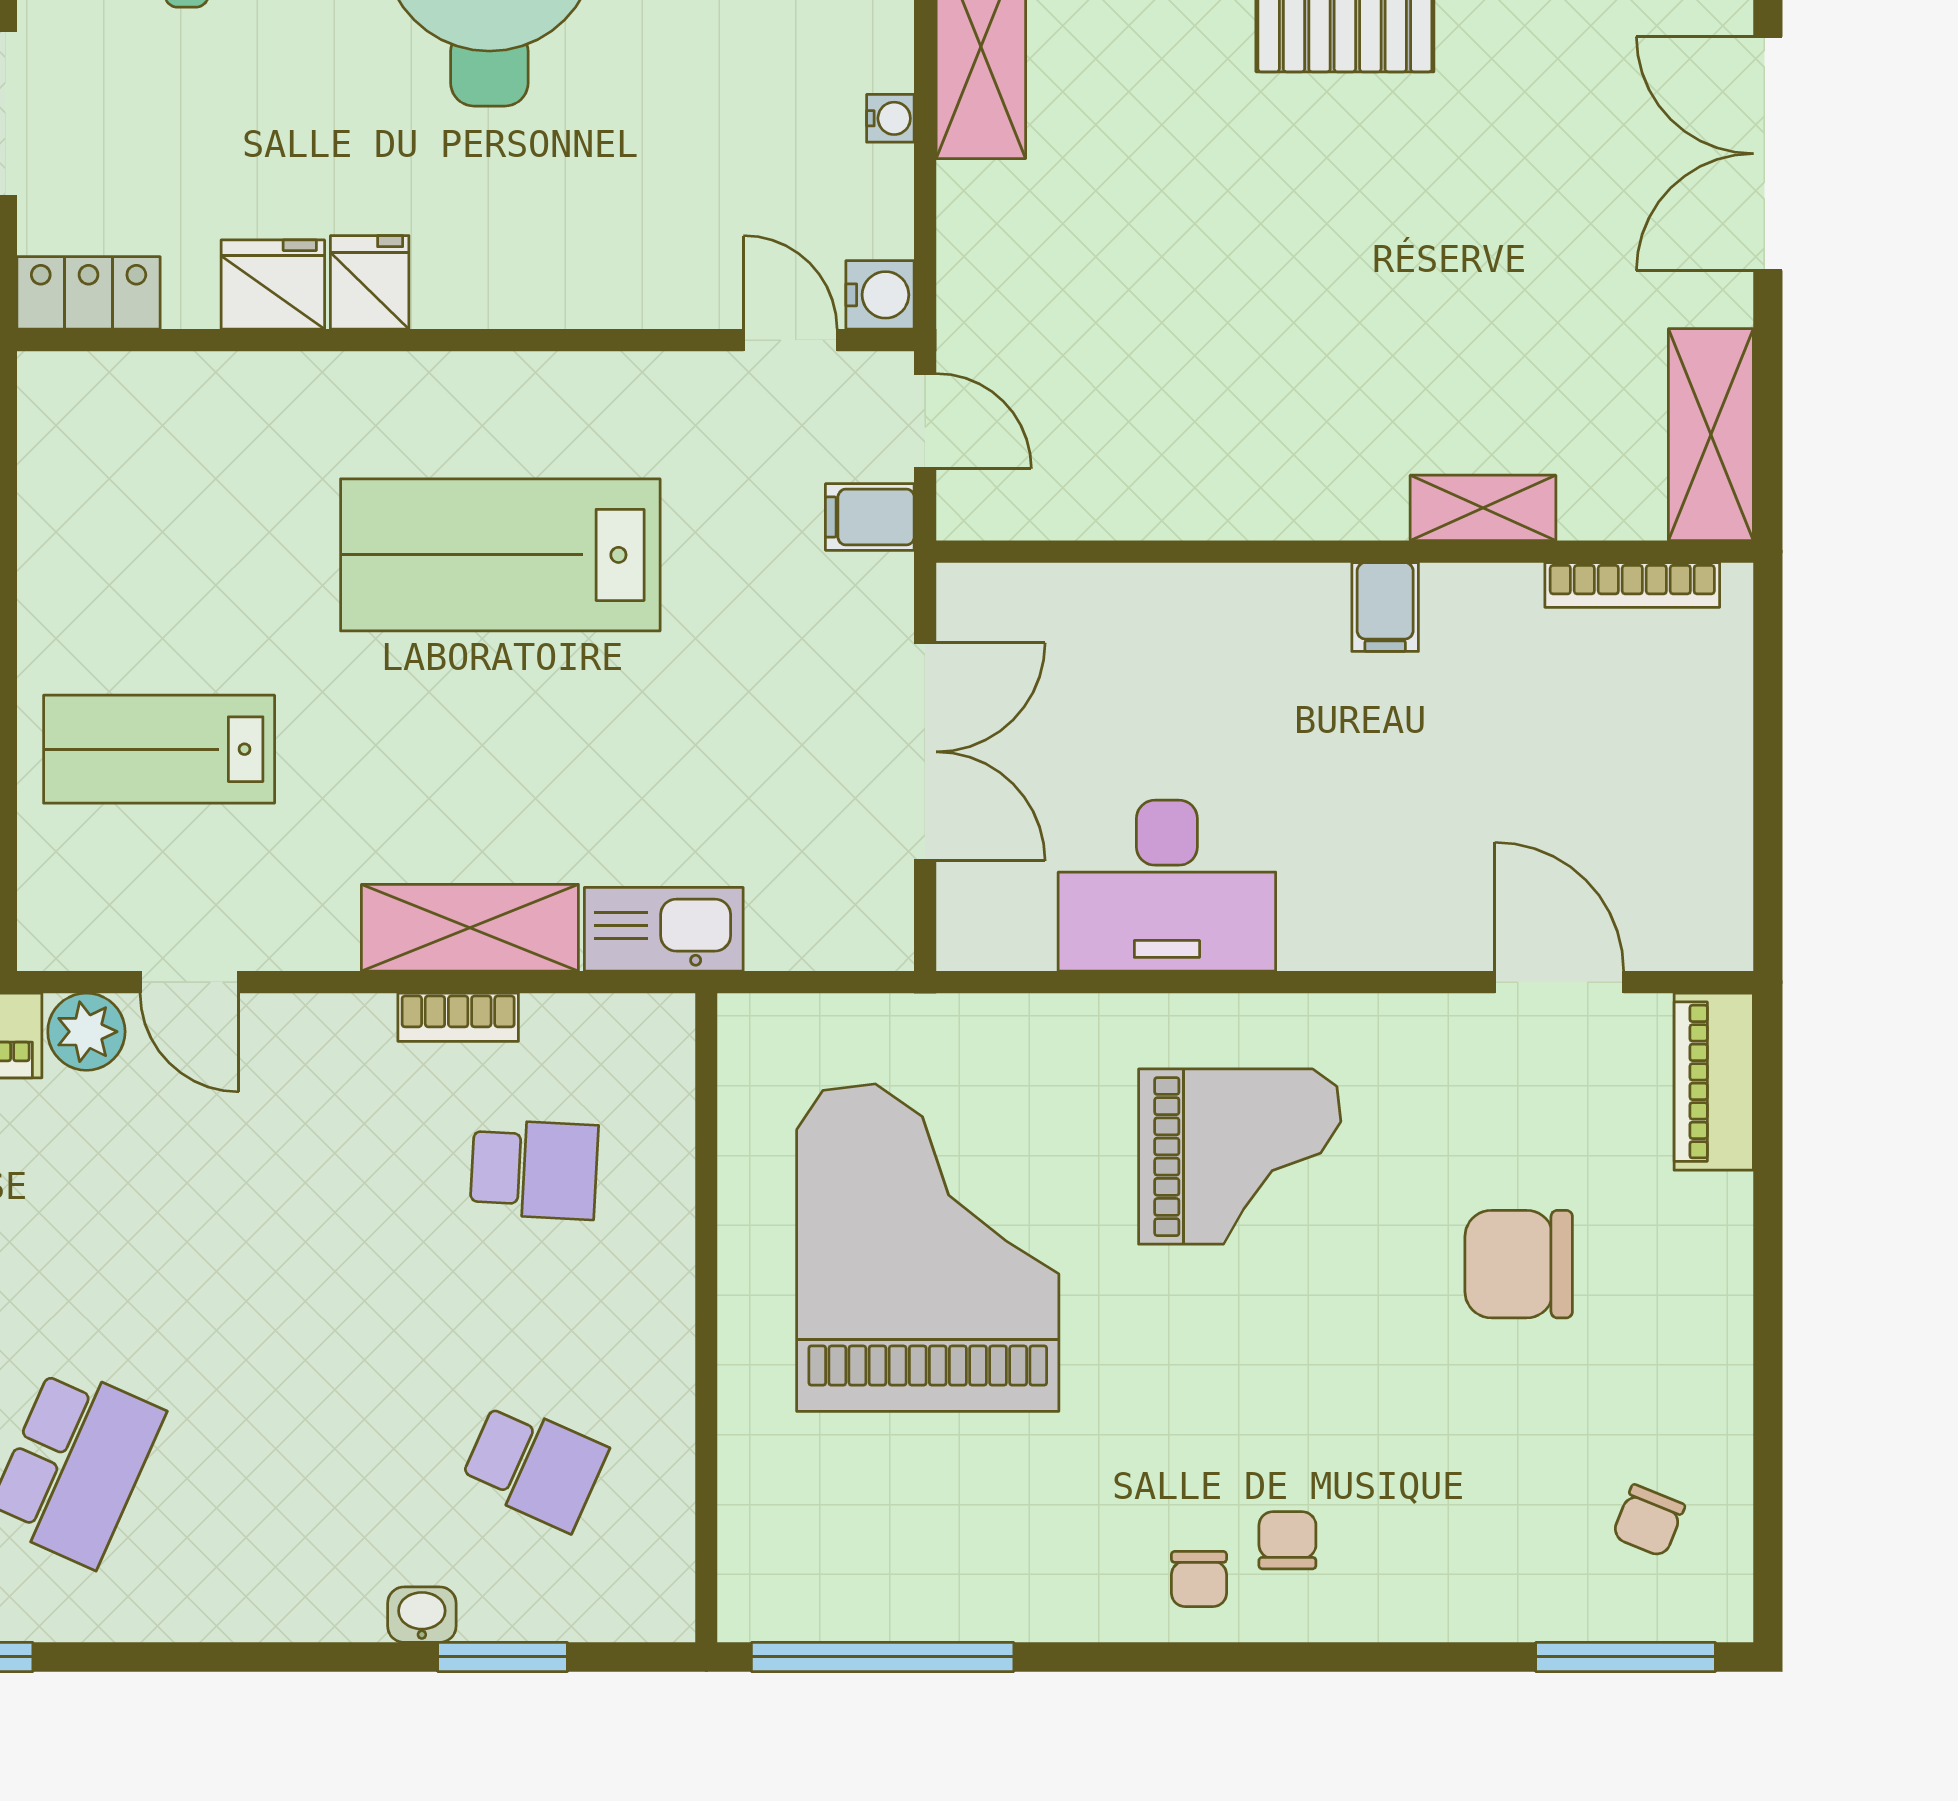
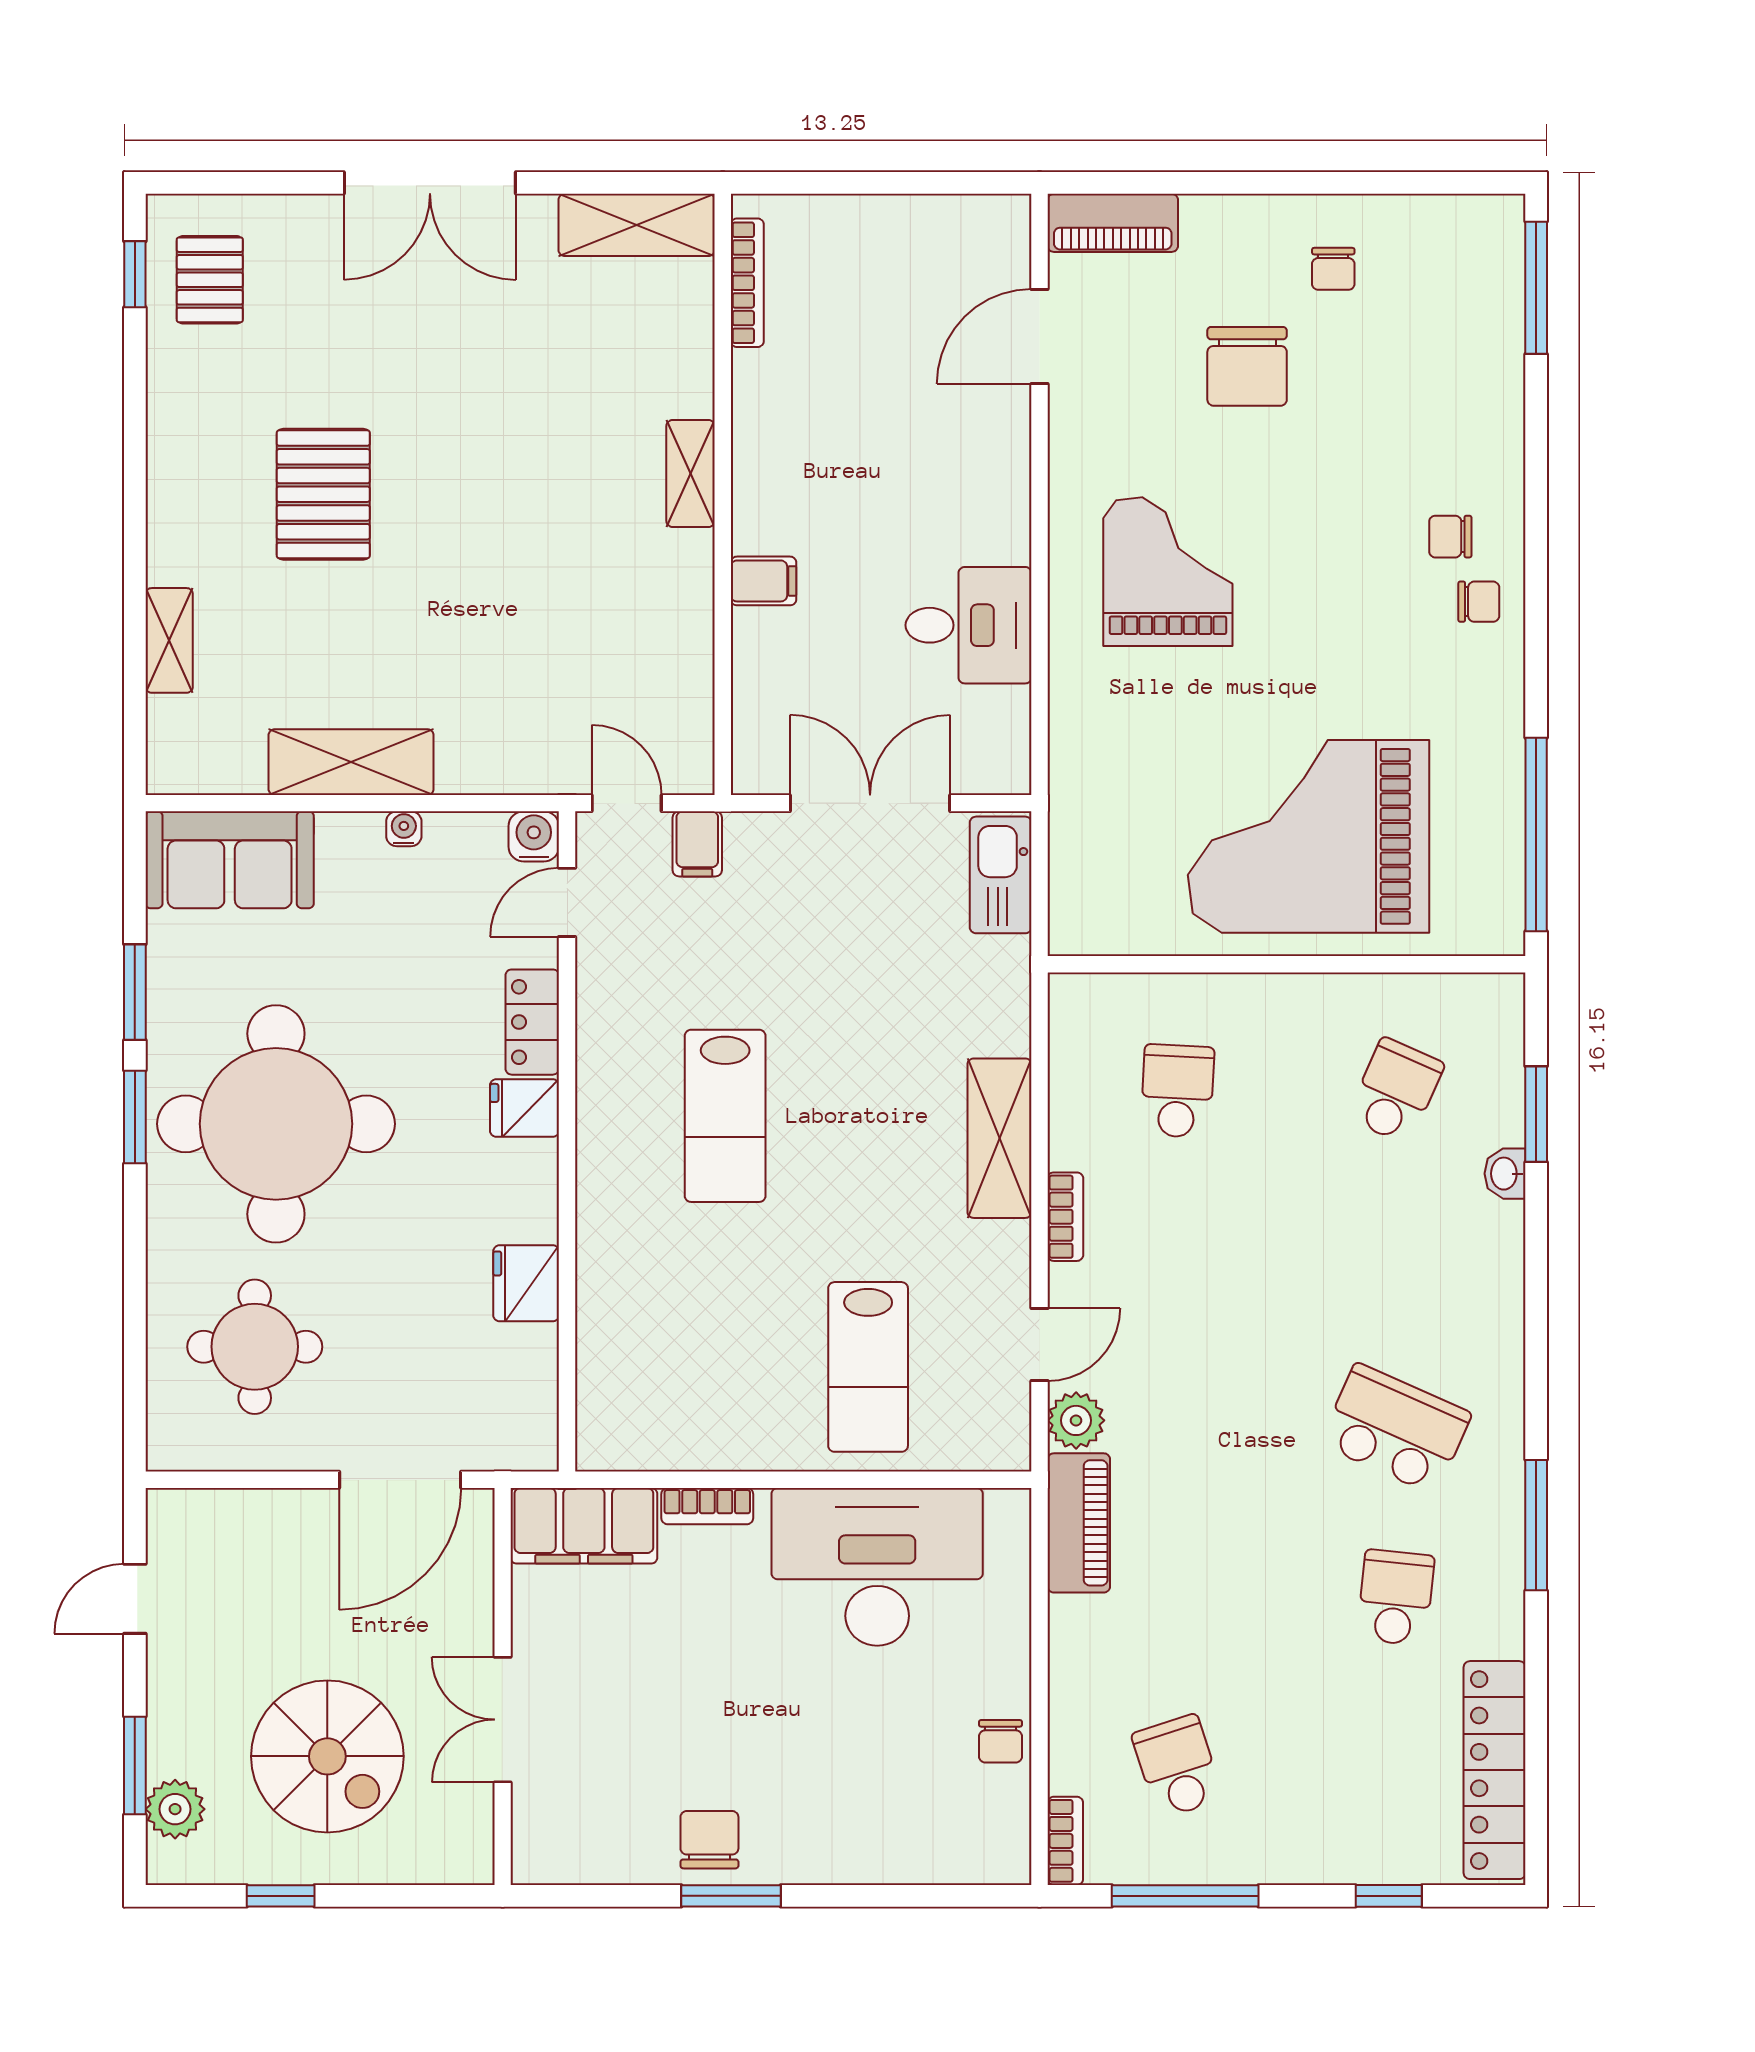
fridge: (370, 282) -> (525, 1108), moved
locker: (89, 293) -> (532, 1022), moved
door: (925, 421) -> (627, 803), hinge flipped
shelving: (1483, 508) -> (691, 473), moved
lab bench: (500, 555) -> (725, 1116), width x0.73, depth x0.72
filing cabinet: (1385, 607) -> (763, 581), moved
desk: (1167, 886) -> (969, 625), width x0.73
kitchen sink: (664, 929) -> (1001, 875), moved
bookcase: (458, 1017) -> (1065, 1217), moved
grand piano: (928, 1248) -> (1308, 836), moved
chair: (1648, 1521) -> (1333, 269), moved, turned 68

